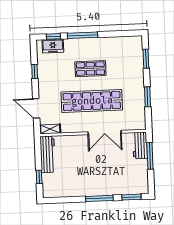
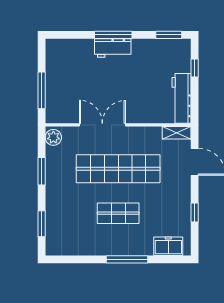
window: (53, 36) -> (167, 259), removed
plant: (140, 122) -> (53, 137), added
workbench: (140, 145) -> (113, 48), moved, turned 90
window: (131, 197) -> (169, 35), moved

